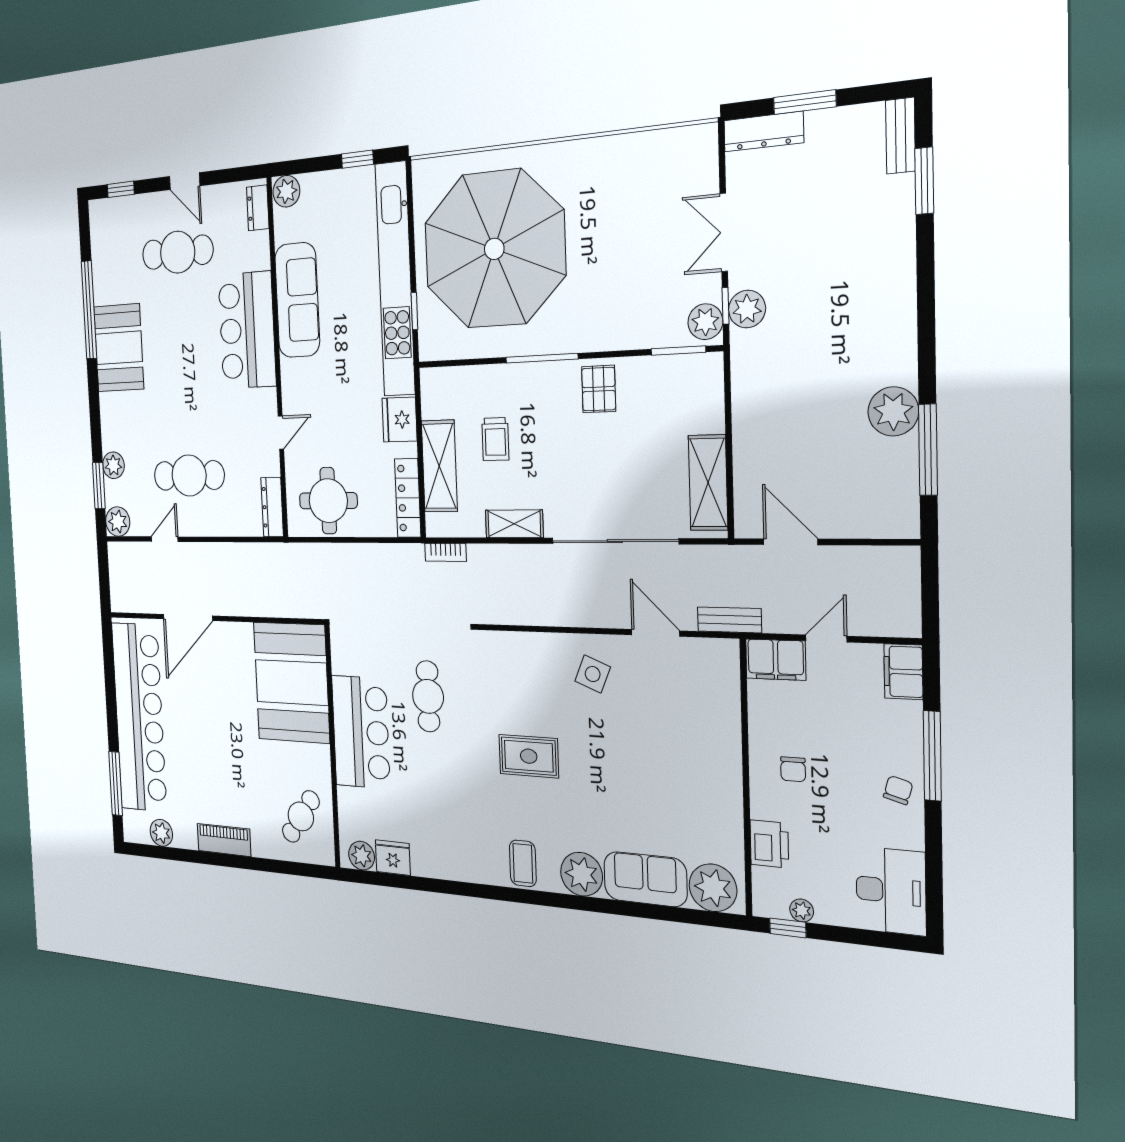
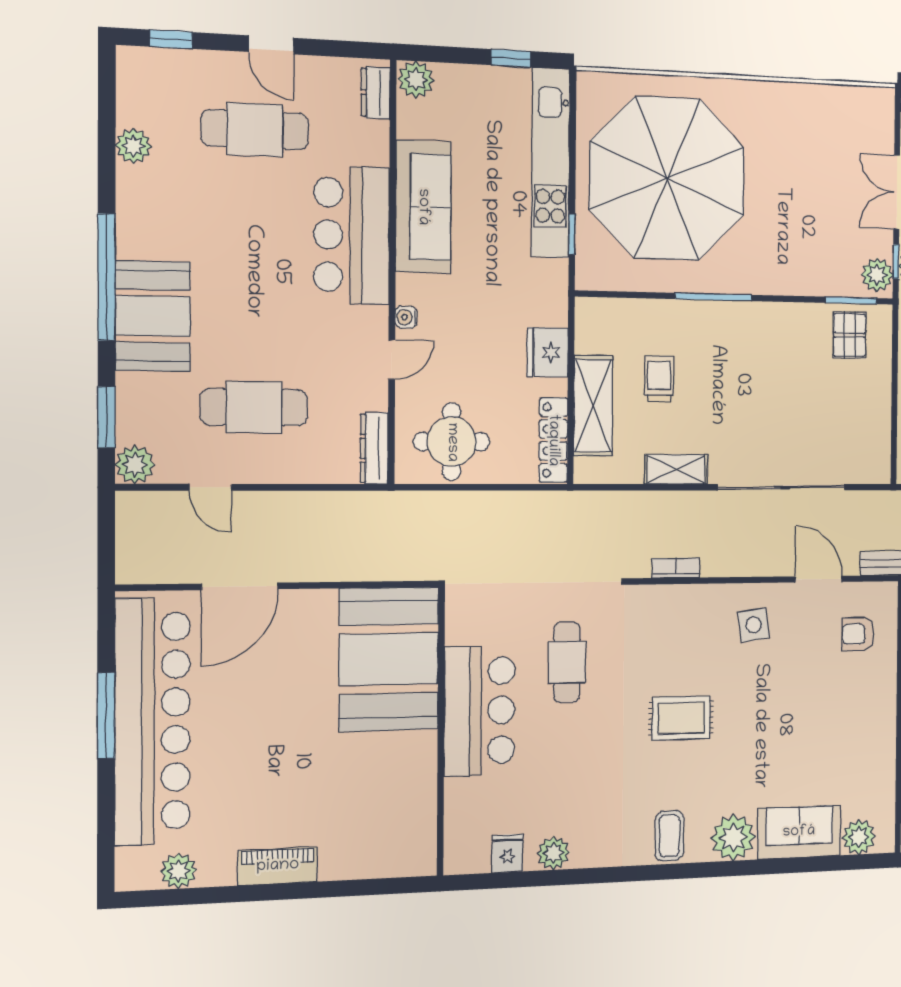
kitchen unit: (395, 279) -> (551, 163), width x0.73
window: (89, 310) -> (107, 277), moved
booth: (119, 348) -> (153, 316), moved
pallet: (599, 389) -> (850, 335), moved
water cooler: (289, 396) -> (406, 317), added
trolley: (495, 439) -> (659, 379), turned 180
plant: (113, 465) -> (133, 146), moved
shelving: (708, 483) -> (874, 430), removed
door: (165, 539) -> (210, 487), swing flipped
bookcase: (446, 552) -> (676, 568), moved, turned 180
side table: (593, 674) -> (754, 625), turned -30
armchair: (698, 690) -> (858, 634), added
window: (116, 784) -> (106, 716), moved
cafe table: (301, 816) -> (392, 821), removed
plant: (362, 856) -> (554, 853), moved
fridge: (393, 858) -> (507, 853), width x0.72
plant: (713, 888) -> (859, 837), width x0.73, depth x0.73

